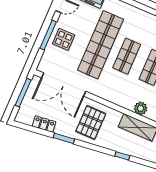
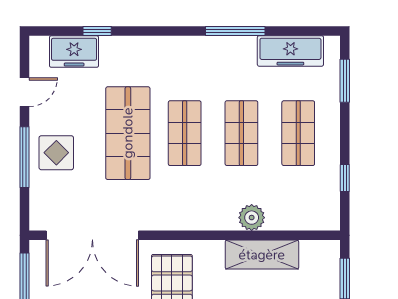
shop shelf: (100, 45) -> (128, 133), width x0.71

